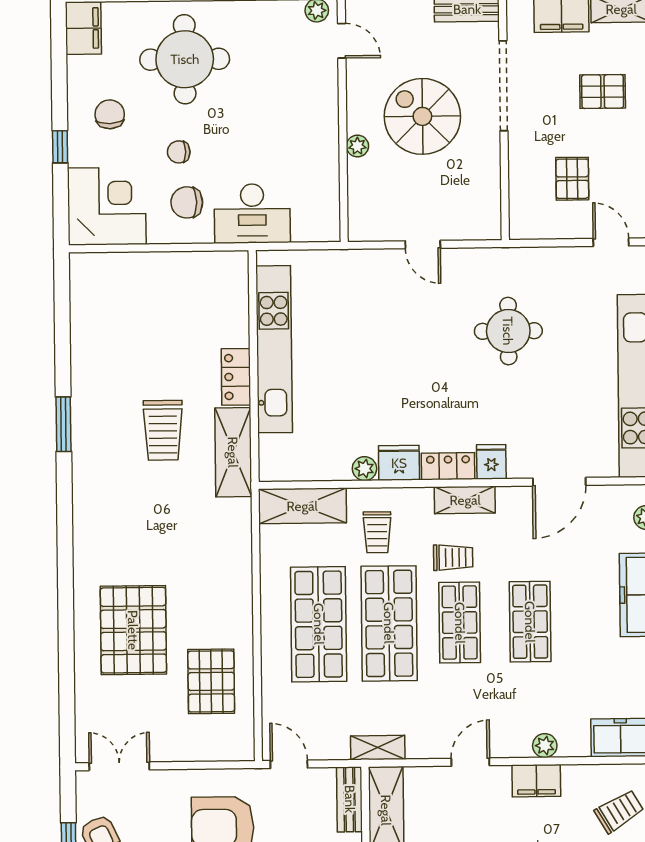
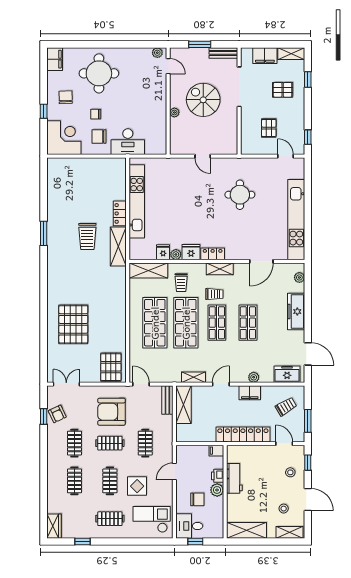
fridge: (491, 462) -> (163, 252), moved
pallet: (211, 681) -> (111, 367), moved
shelving: (378, 748) -> (193, 377), moved

